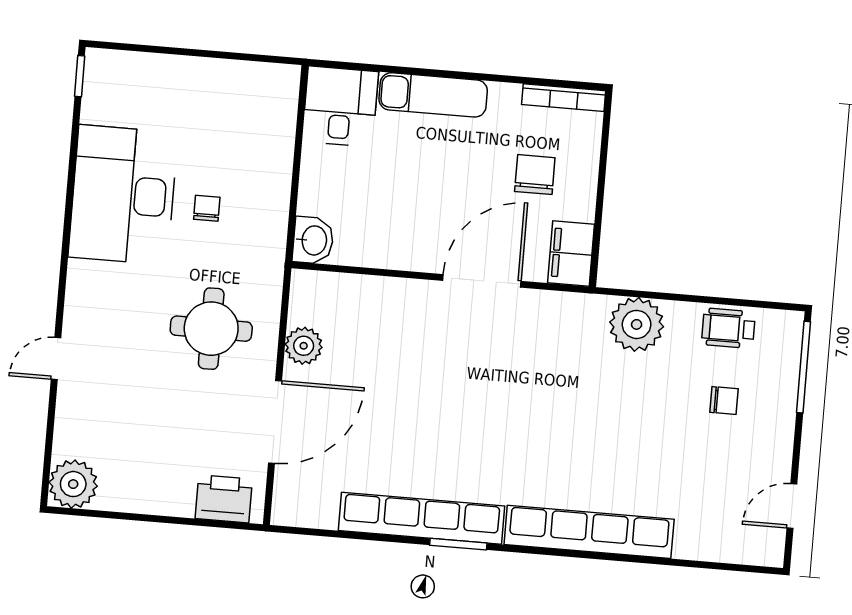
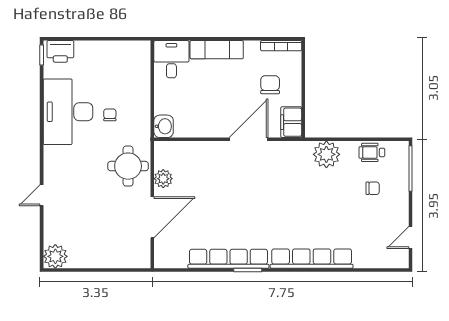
round table: (211, 329) -> (128, 166), moved
printer: (224, 499) -> (60, 51), moved, turned 180

